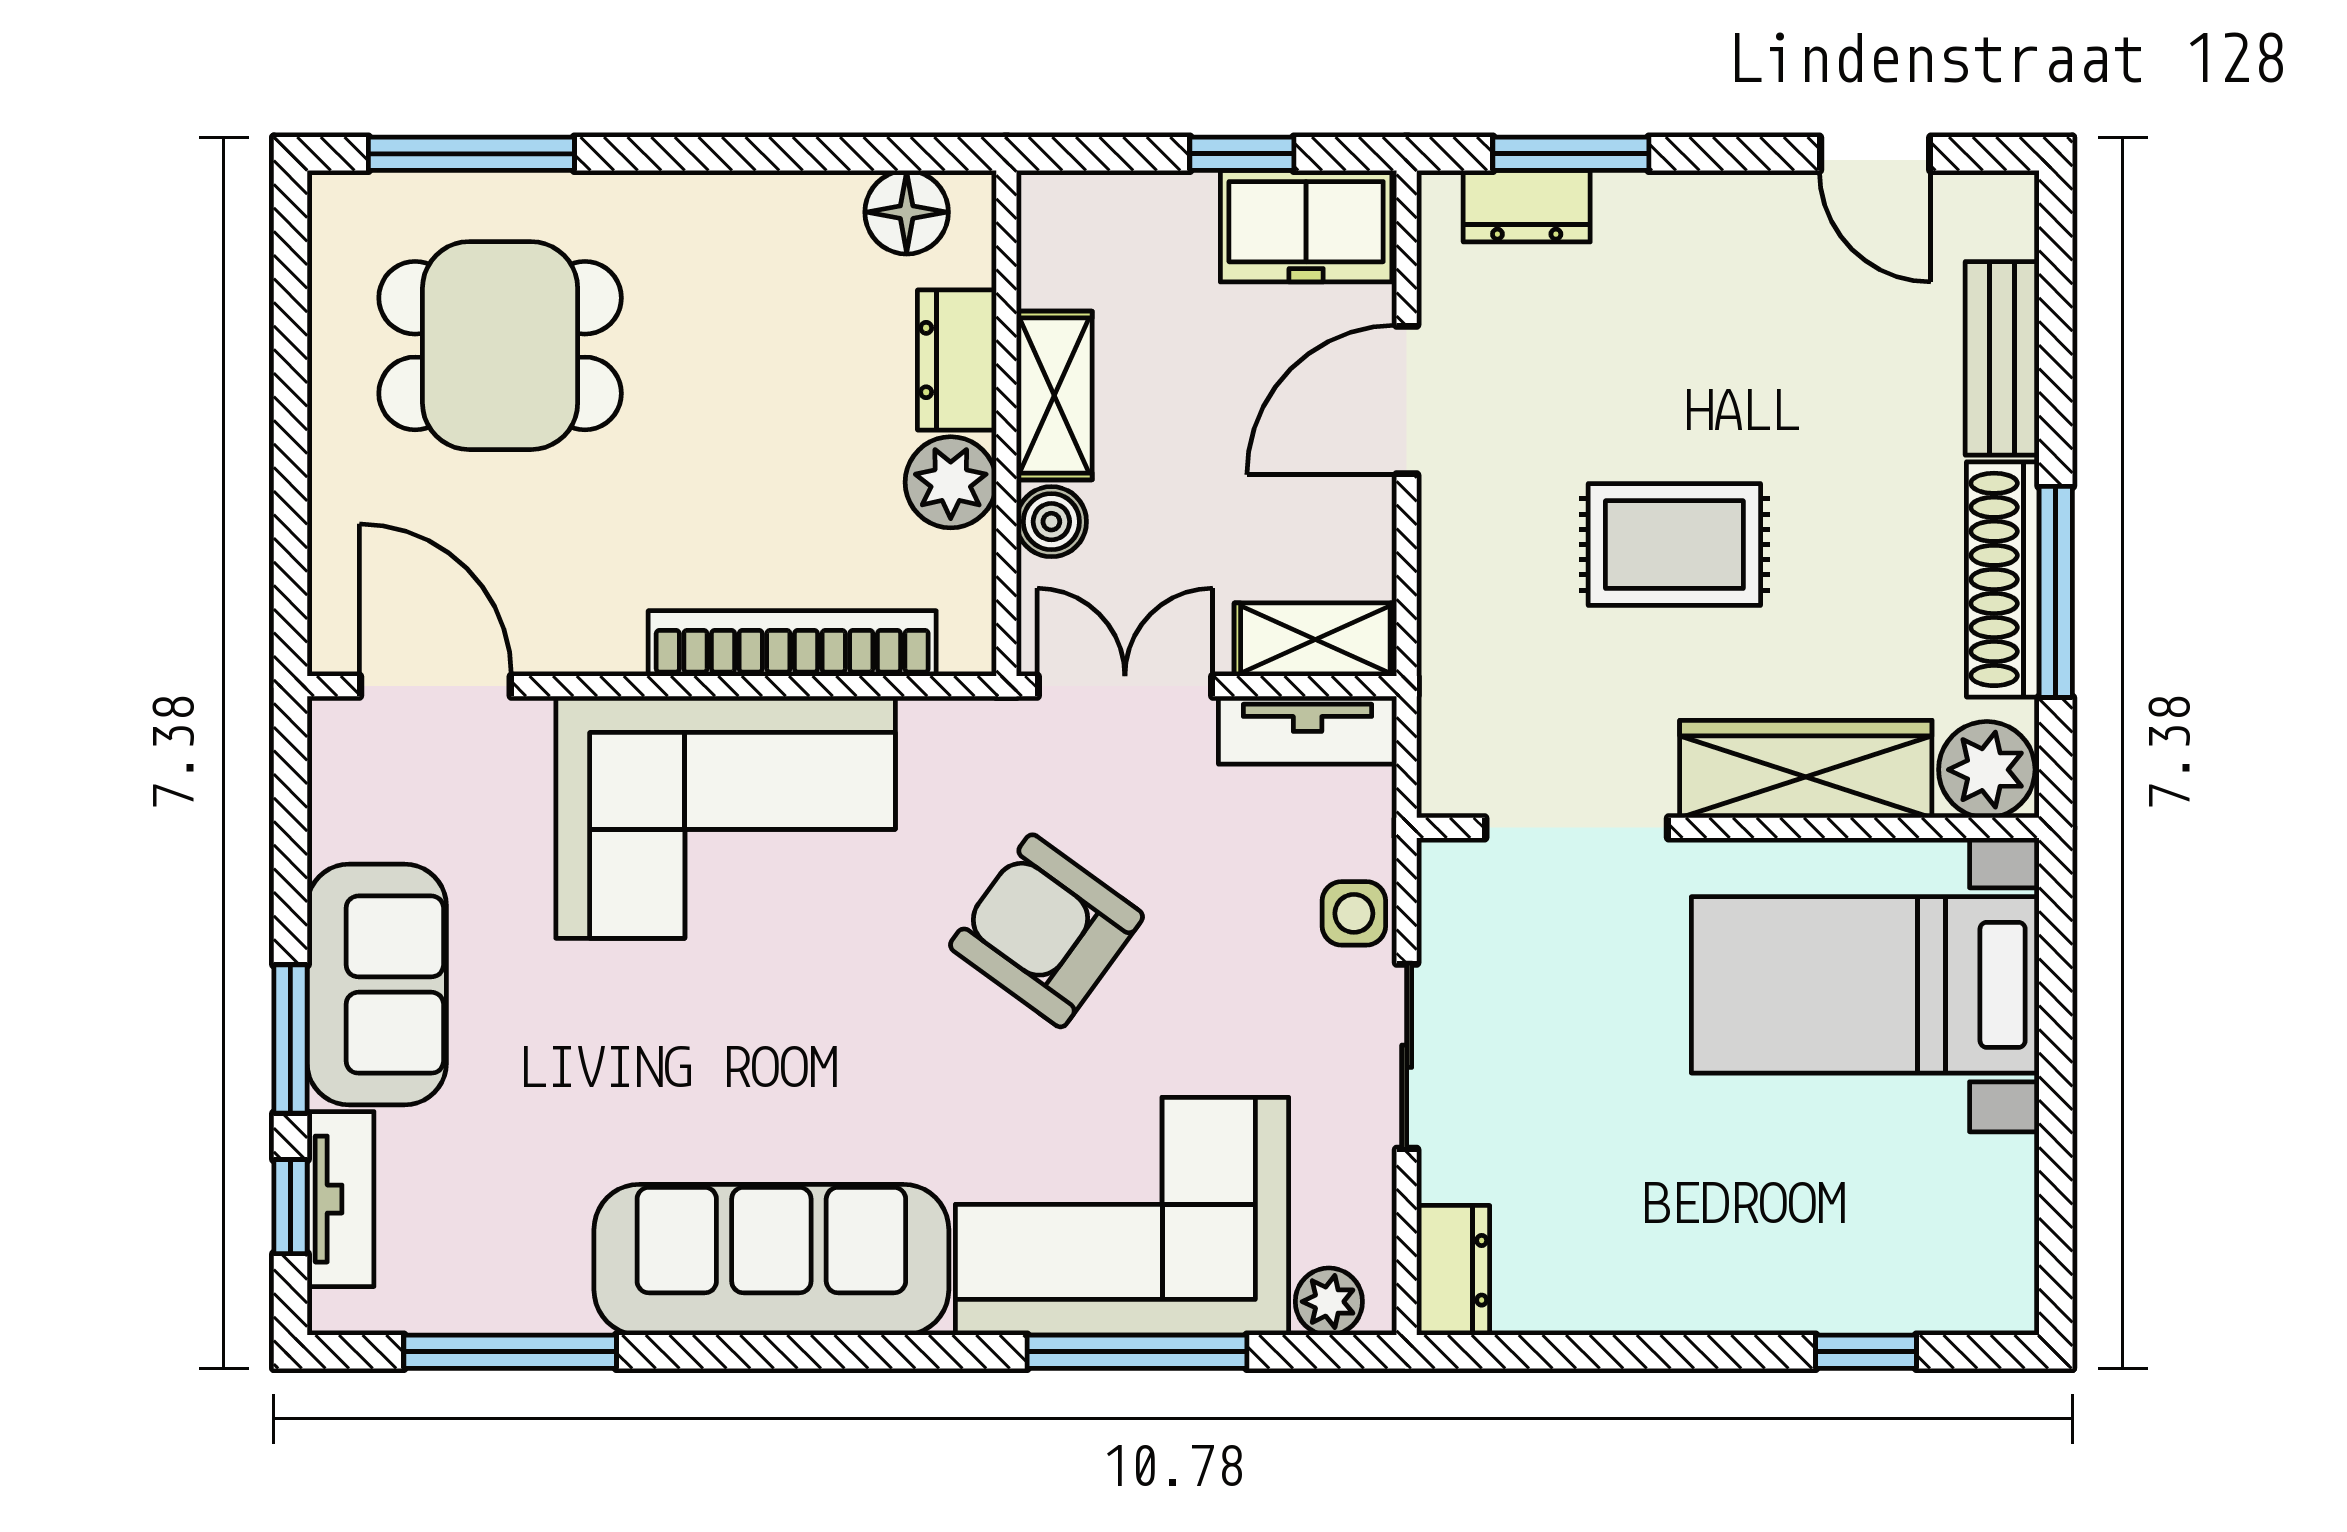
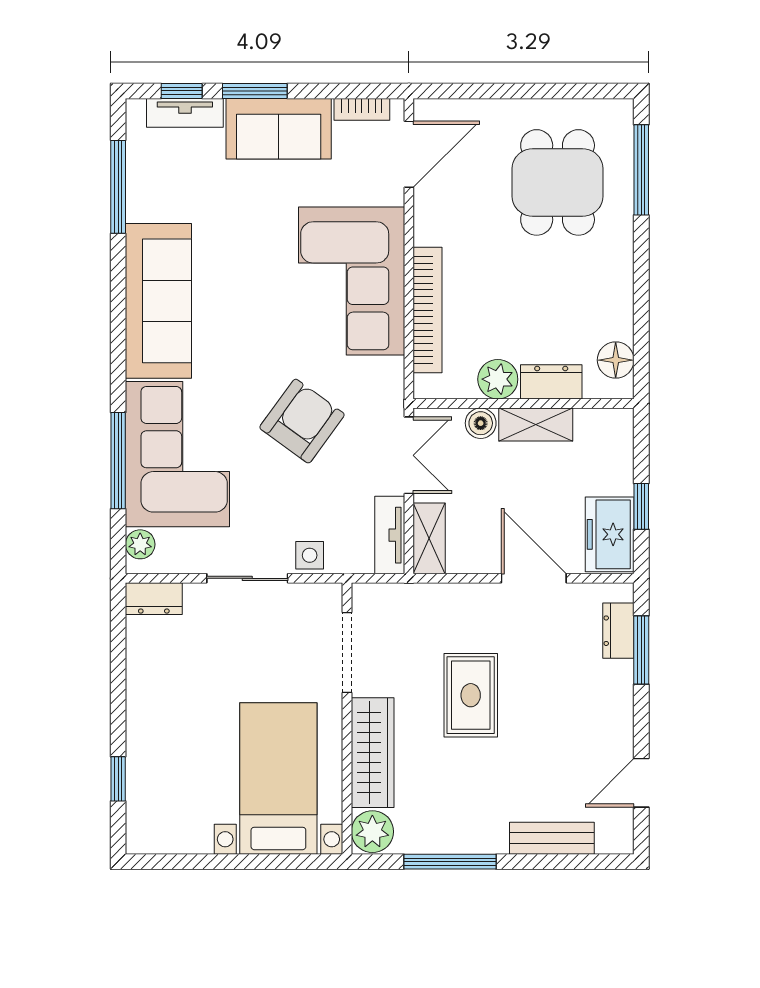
shoe rack: (2003, 579) -> (455, 839), removed
bookcase: (333, 794) -> (362, 109), added

